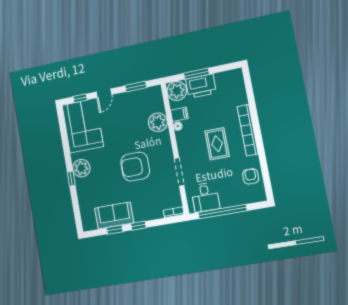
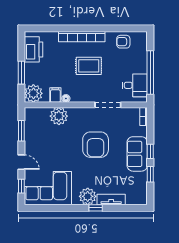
printer: (201, 86) -> (34, 49), moved
tv unit: (82, 193) -> (111, 199), added
sofa: (114, 216) -> (137, 154), moved

